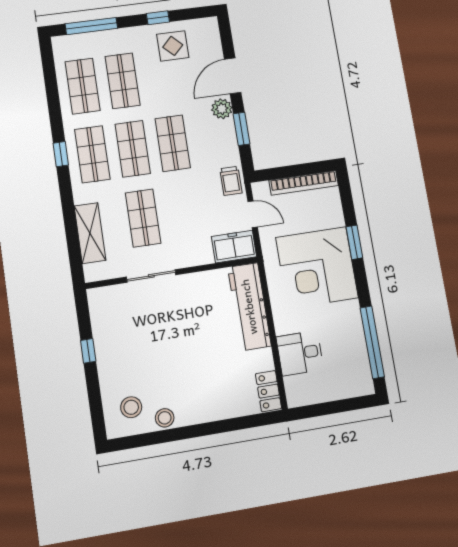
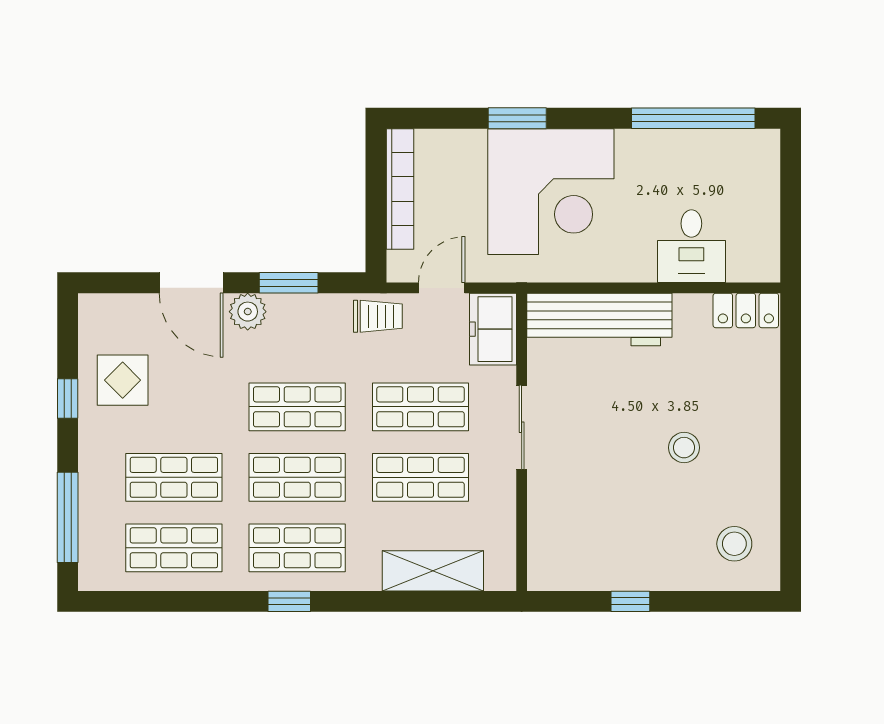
shop shelf: (183, 212) -> (421, 407), added
sliding door: (151, 276) -> (522, 427), moved
stool: (165, 418) -> (684, 448), moved

